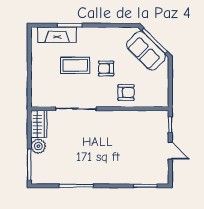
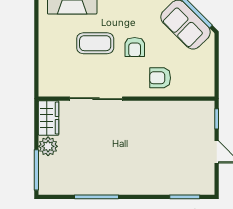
armchair: (106, 68) -> (135, 47), turned -90
armchair: (126, 92) -> (160, 78), turned 180

